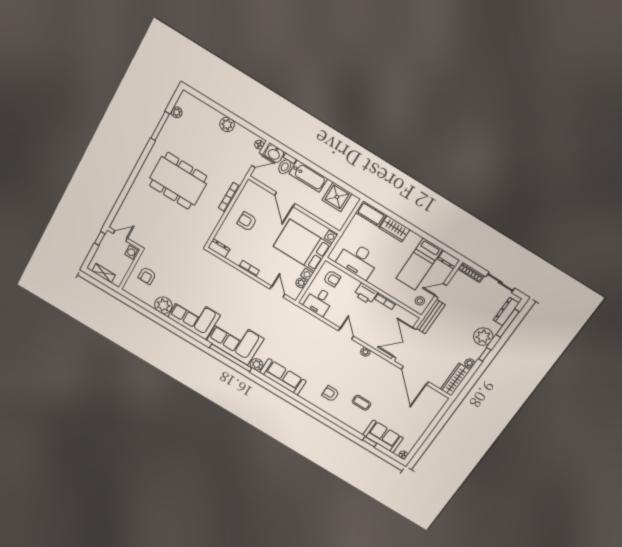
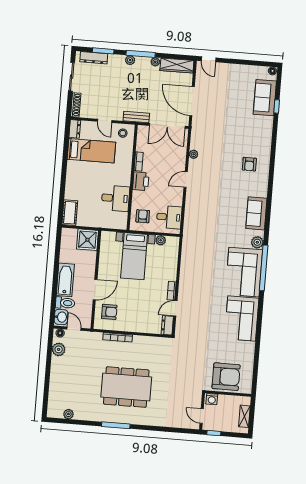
plant: (227, 124) -> (59, 349), moved
window: (160, 126) -> (116, 425), moved
dining table: (178, 181) -> (126, 387), turned 90
shower: (337, 197) -> (87, 240), moved
armchair: (247, 221) -> (109, 312), moved, turned -90
wardrobe: (394, 229) -> (72, 187), removed
bed with nightstands: (302, 246) -> (134, 256), width x0.73
desk: (358, 260) -> (116, 198), width x0.73
armchair: (147, 276) -> (226, 377), width x1.88, depth x1.88
door: (277, 292) -> (175, 308), moved
plant: (163, 305) -> (246, 350), removed
bench: (431, 317) -> (136, 117), width x0.73
window: (508, 323) -> (103, 51), width x0.69
plant: (483, 337) -> (130, 60), width x0.53, depth x0.53
window: (485, 354) -> (141, 54), width x2.17
door: (415, 376) -> (192, 101), swing flipped
sofa: (283, 377) -> (256, 213), width x0.73
coffee table: (361, 403) -> (243, 133), removed
door: (445, 409) -> (209, 59), added

